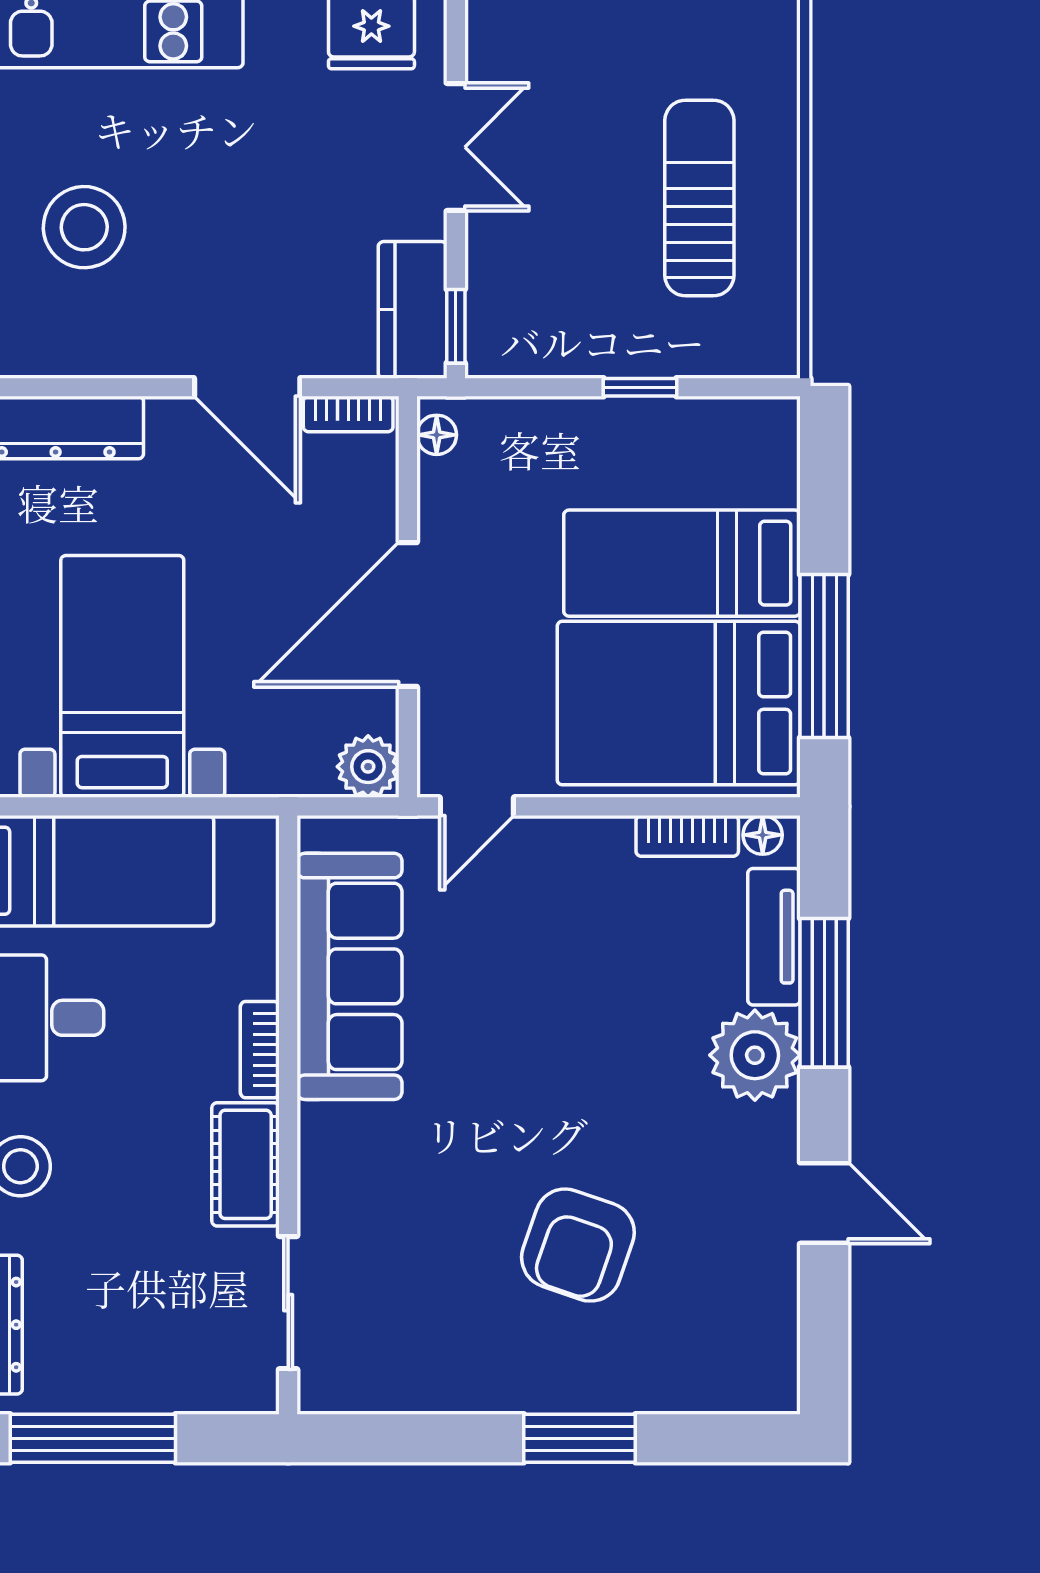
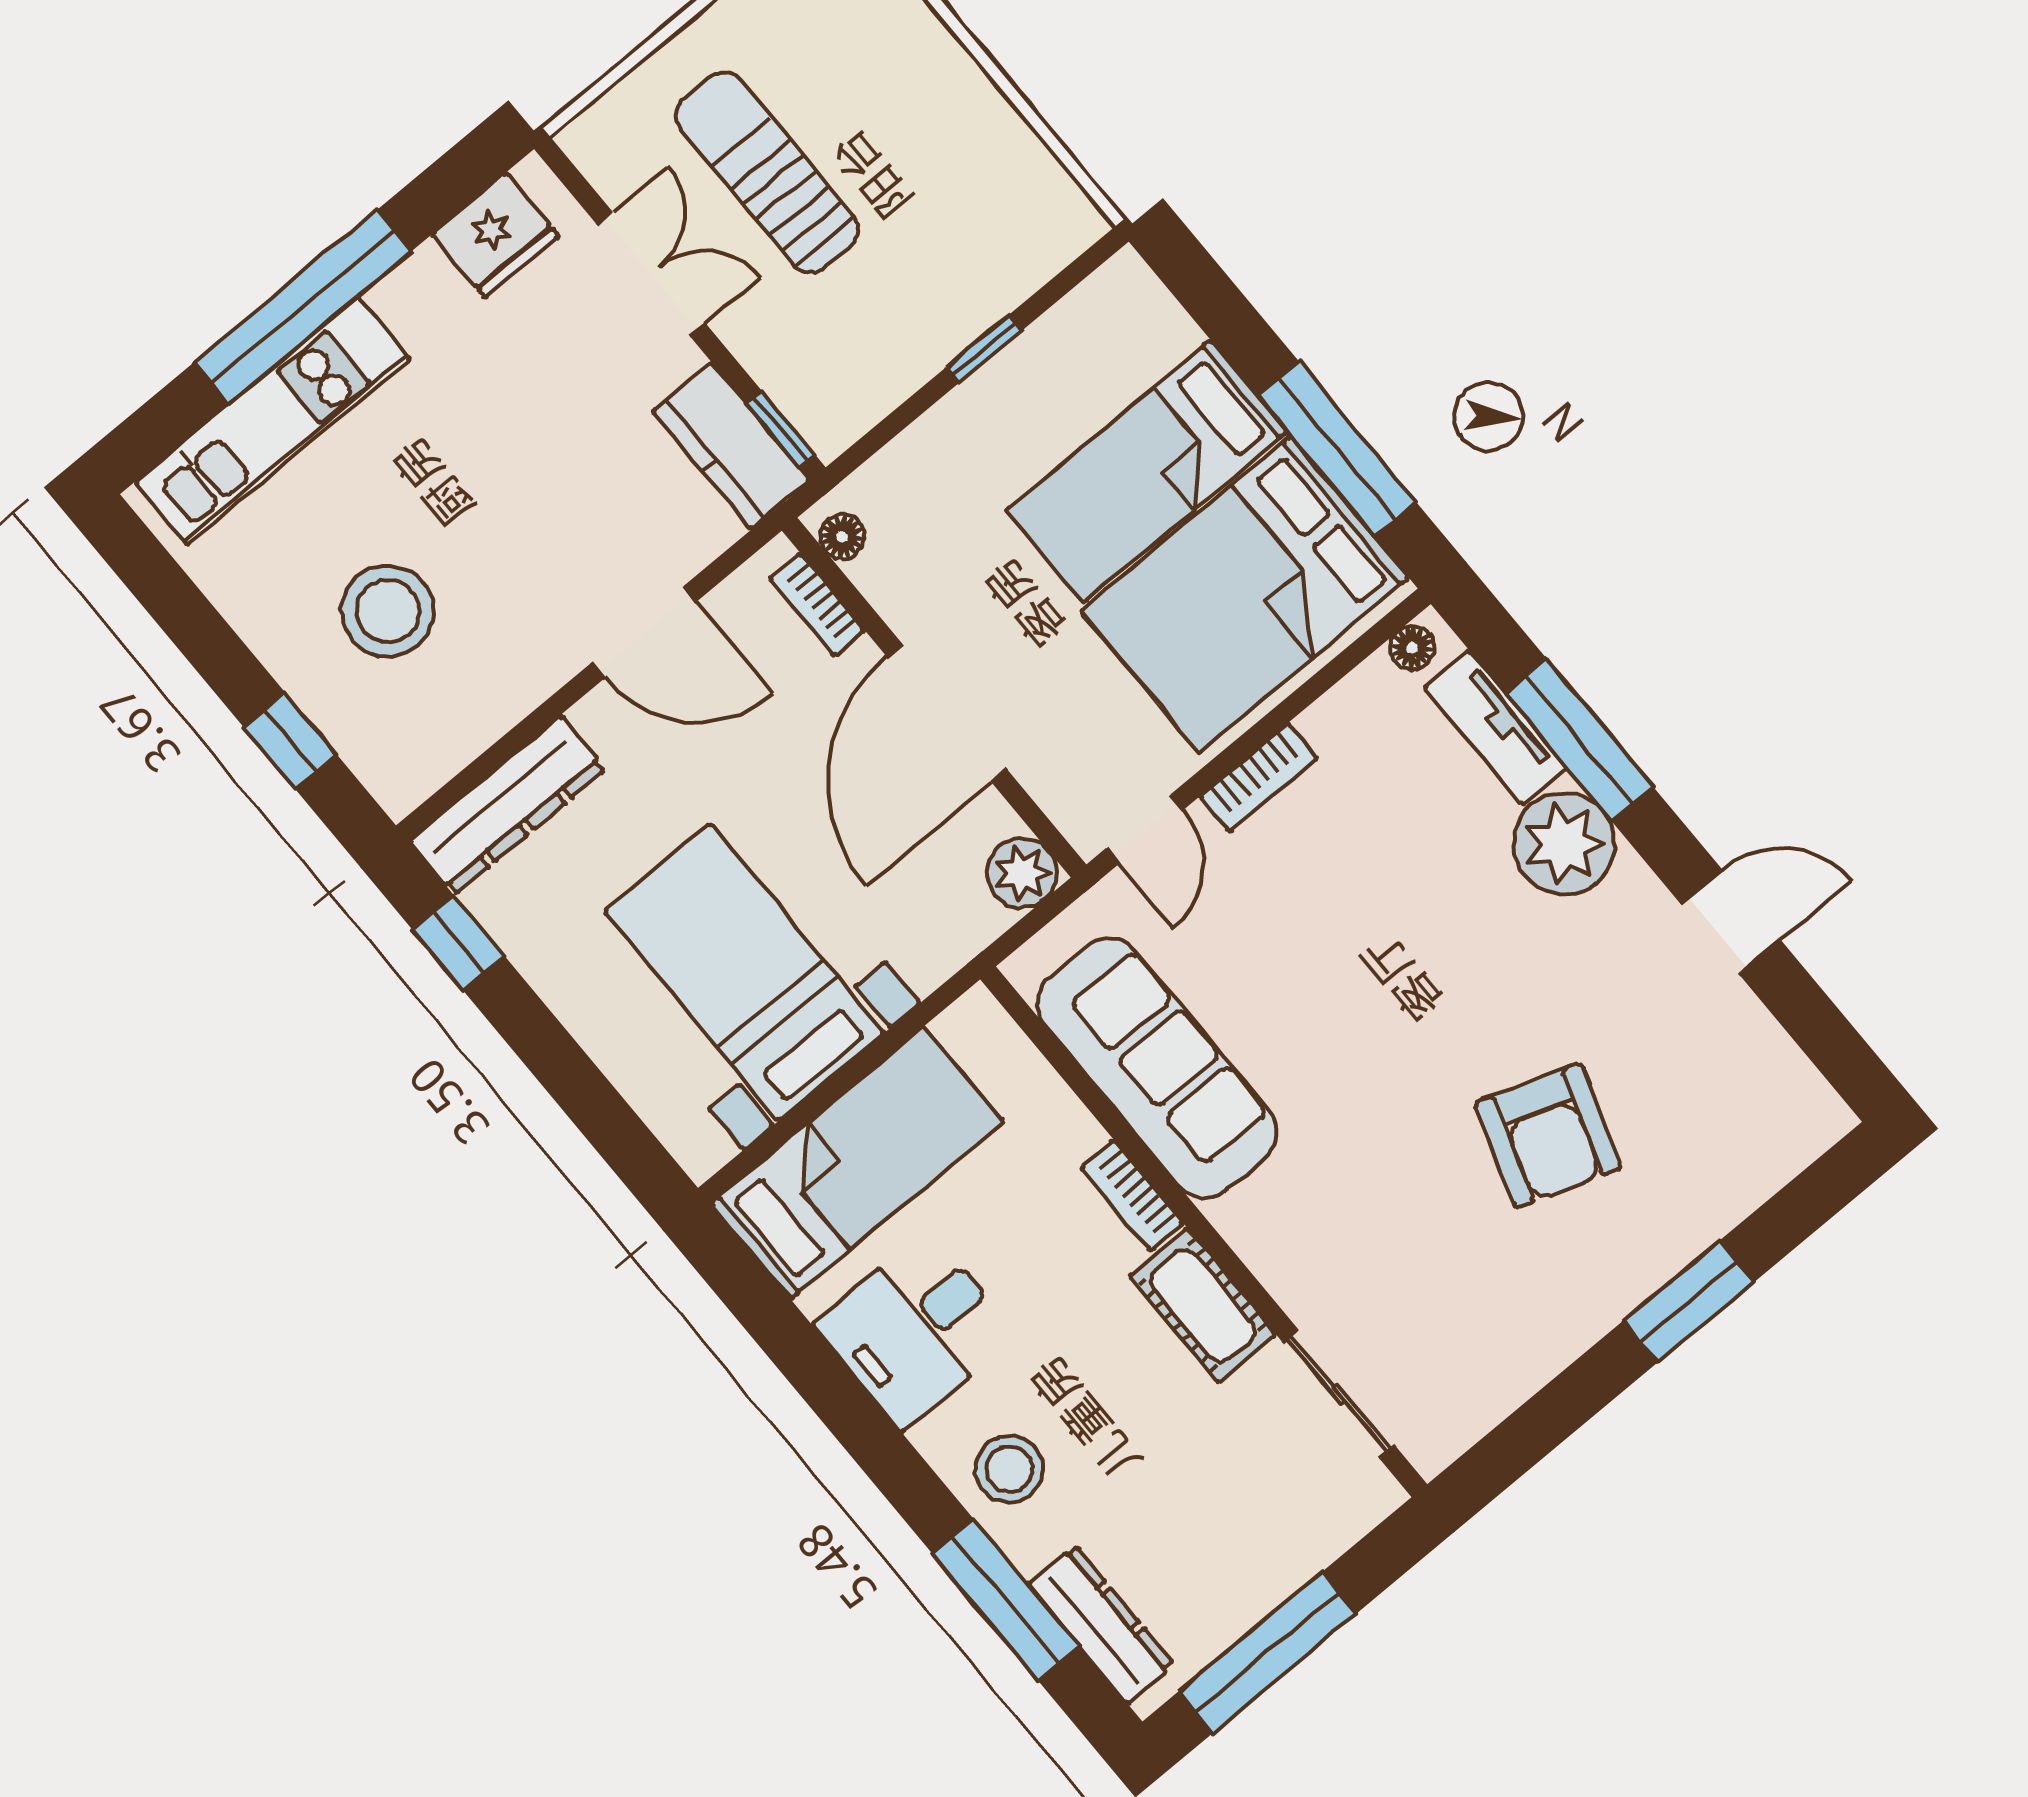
sun lounger: (699, 198) -> (767, 173), moved
bookcase: (348, 414) -> (817, 605), moved, turned 90
bookcase: (687, 836) -> (1259, 777), moved

